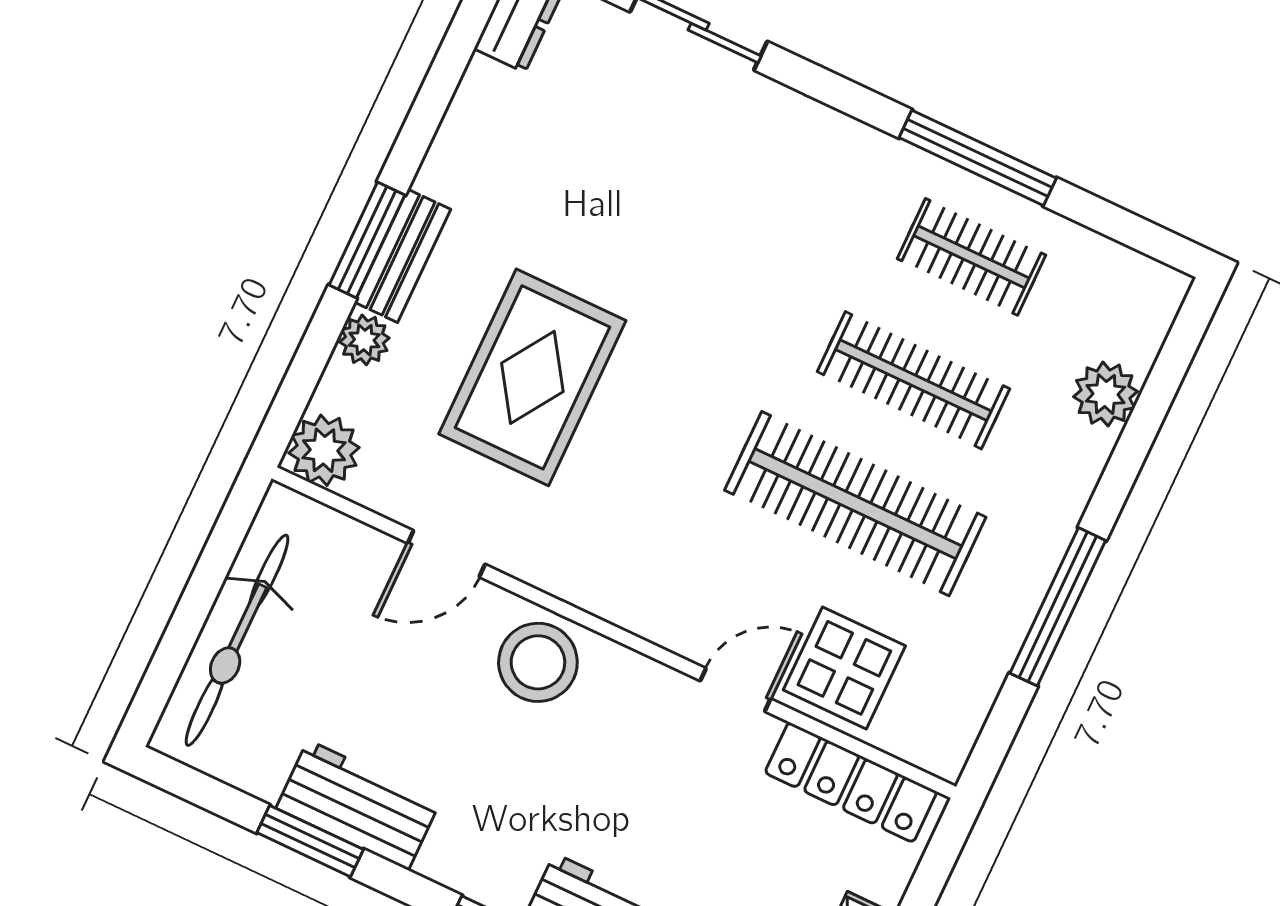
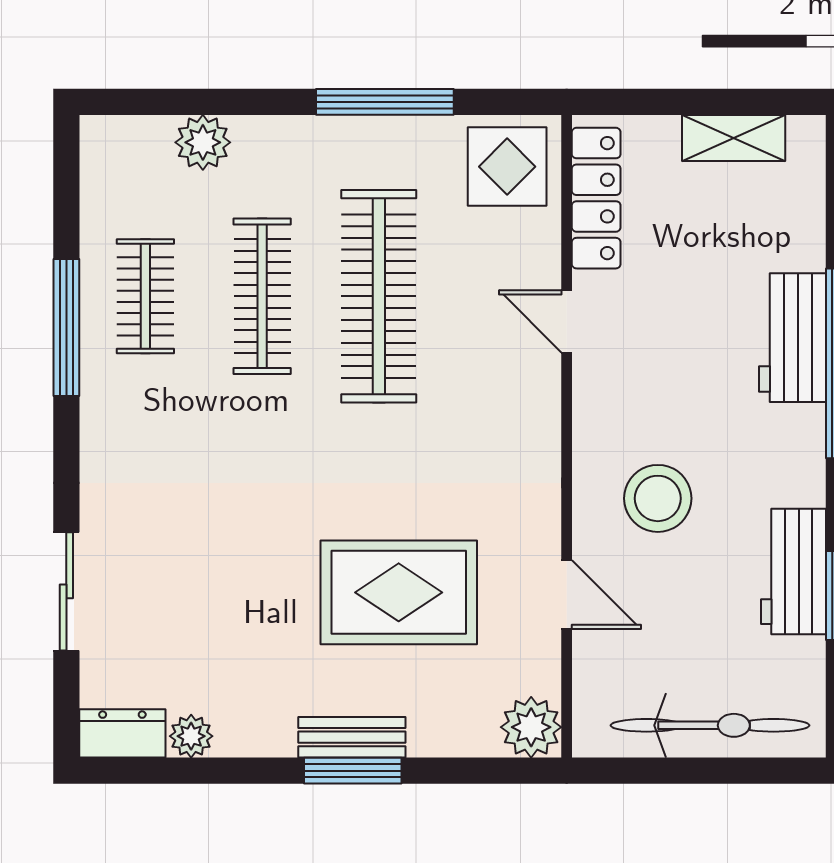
plant: (364, 340) -> (191, 736), moved
stool: (538, 662) -> (658, 498), moved
display table: (844, 668) -> (507, 167), moved

